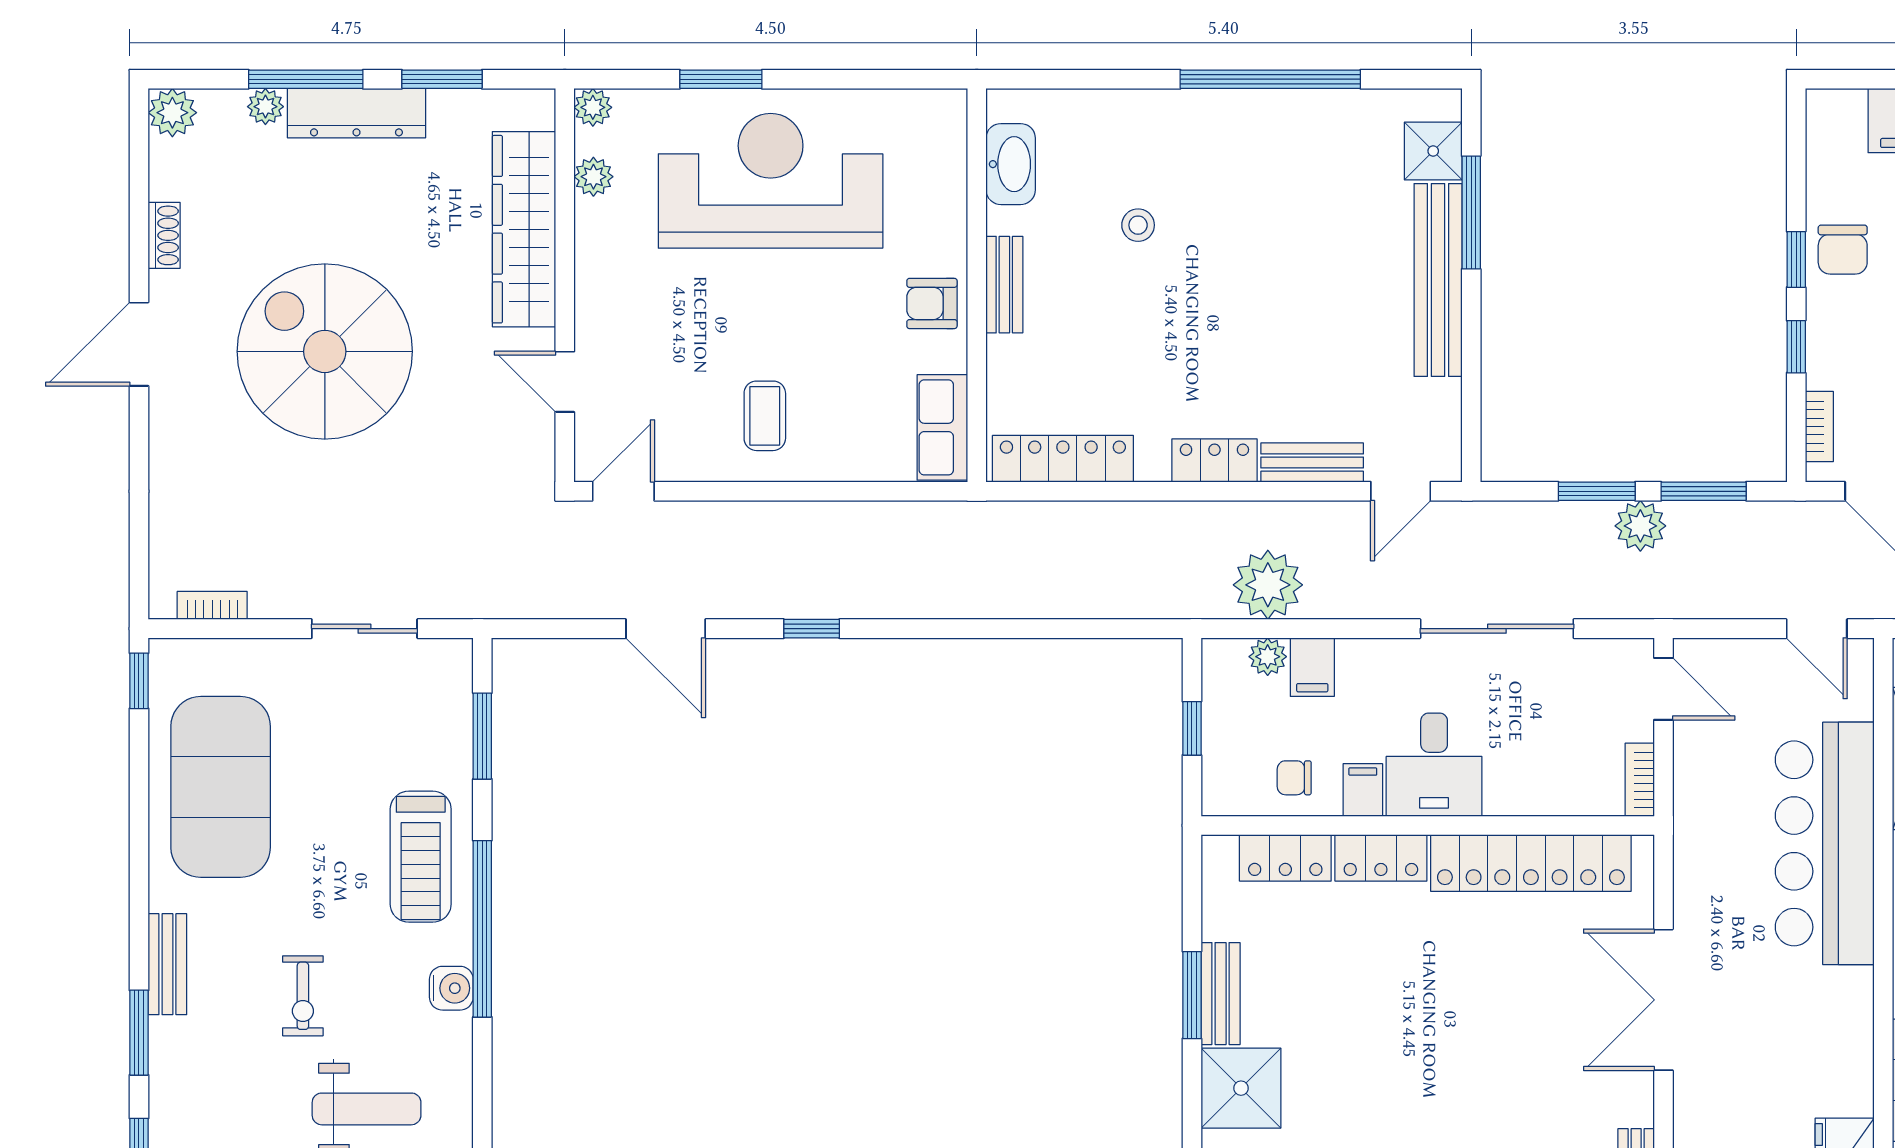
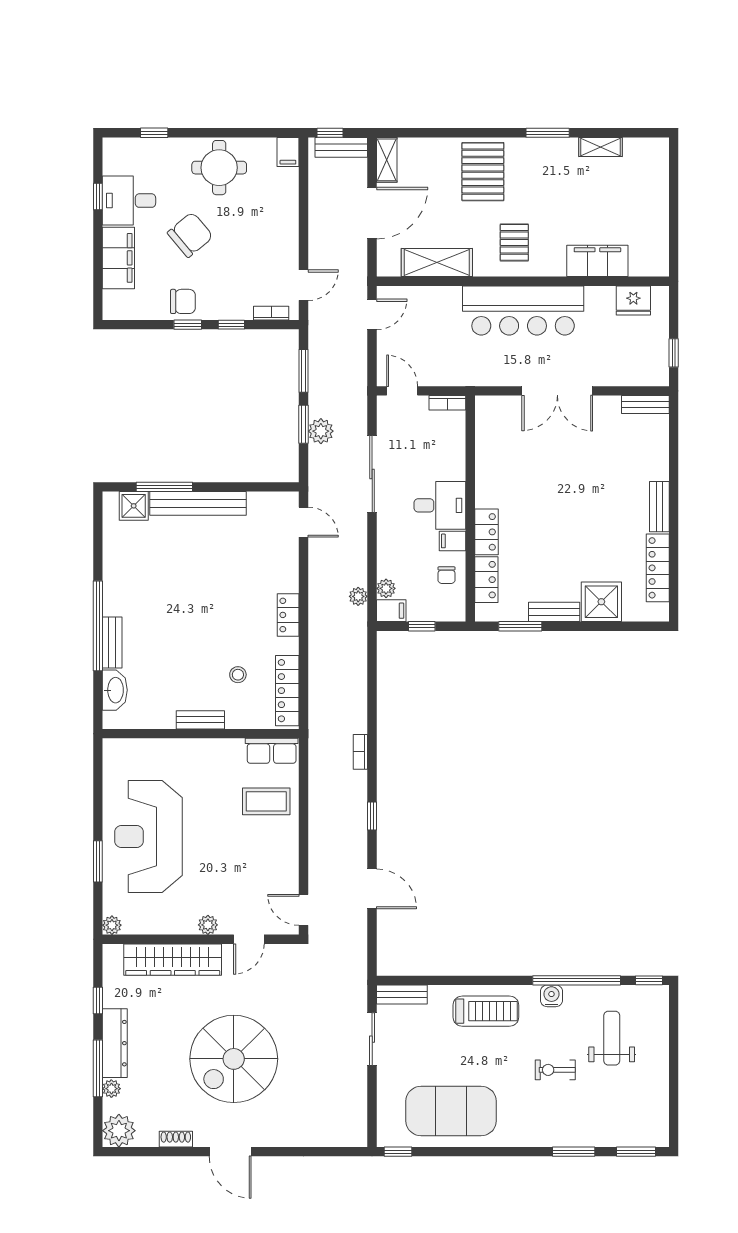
window: (442, 79) -> (98, 1001), width x0.67
window: (1270, 79) -> (98, 626), moved
plant: (172, 113) -> (119, 1131), width x1.36, depth x1.36
washbasin: (1011, 164) -> (115, 690), moved, turned 90
plant: (593, 177) -> (208, 925), moved
stool: (1138, 225) -> (238, 675), moved
armchair: (932, 303) -> (210, 756), removed
coffee table: (765, 416) -> (266, 801), moved, width x1.36, depth x1.30
bench: (1312, 463) -> (112, 642), moved
plant: (1640, 526) -> (321, 431), moved
plant: (1268, 585) -> (358, 596), width x0.53, depth x0.53
bookcase: (212, 605) -> (360, 752), moved
door: (666, 629) -> (372, 889), hinge flipped
filing cabinet: (1312, 667) -> (391, 611), moved
door: (1663, 689) -> (402, 391), hinge flipped
window: (482, 736) -> (426, 980), removed
bar counter: (1825, 843) -> (523, 310), moved
locker: (1531, 863) -> (489, 457), removed
window: (482, 929) -> (577, 980), moved
bench: (167, 964) -> (402, 995), moved
window: (1192, 995) -> (520, 626), moved
exercise bike: (303, 996) -> (555, 1070), turned 180

